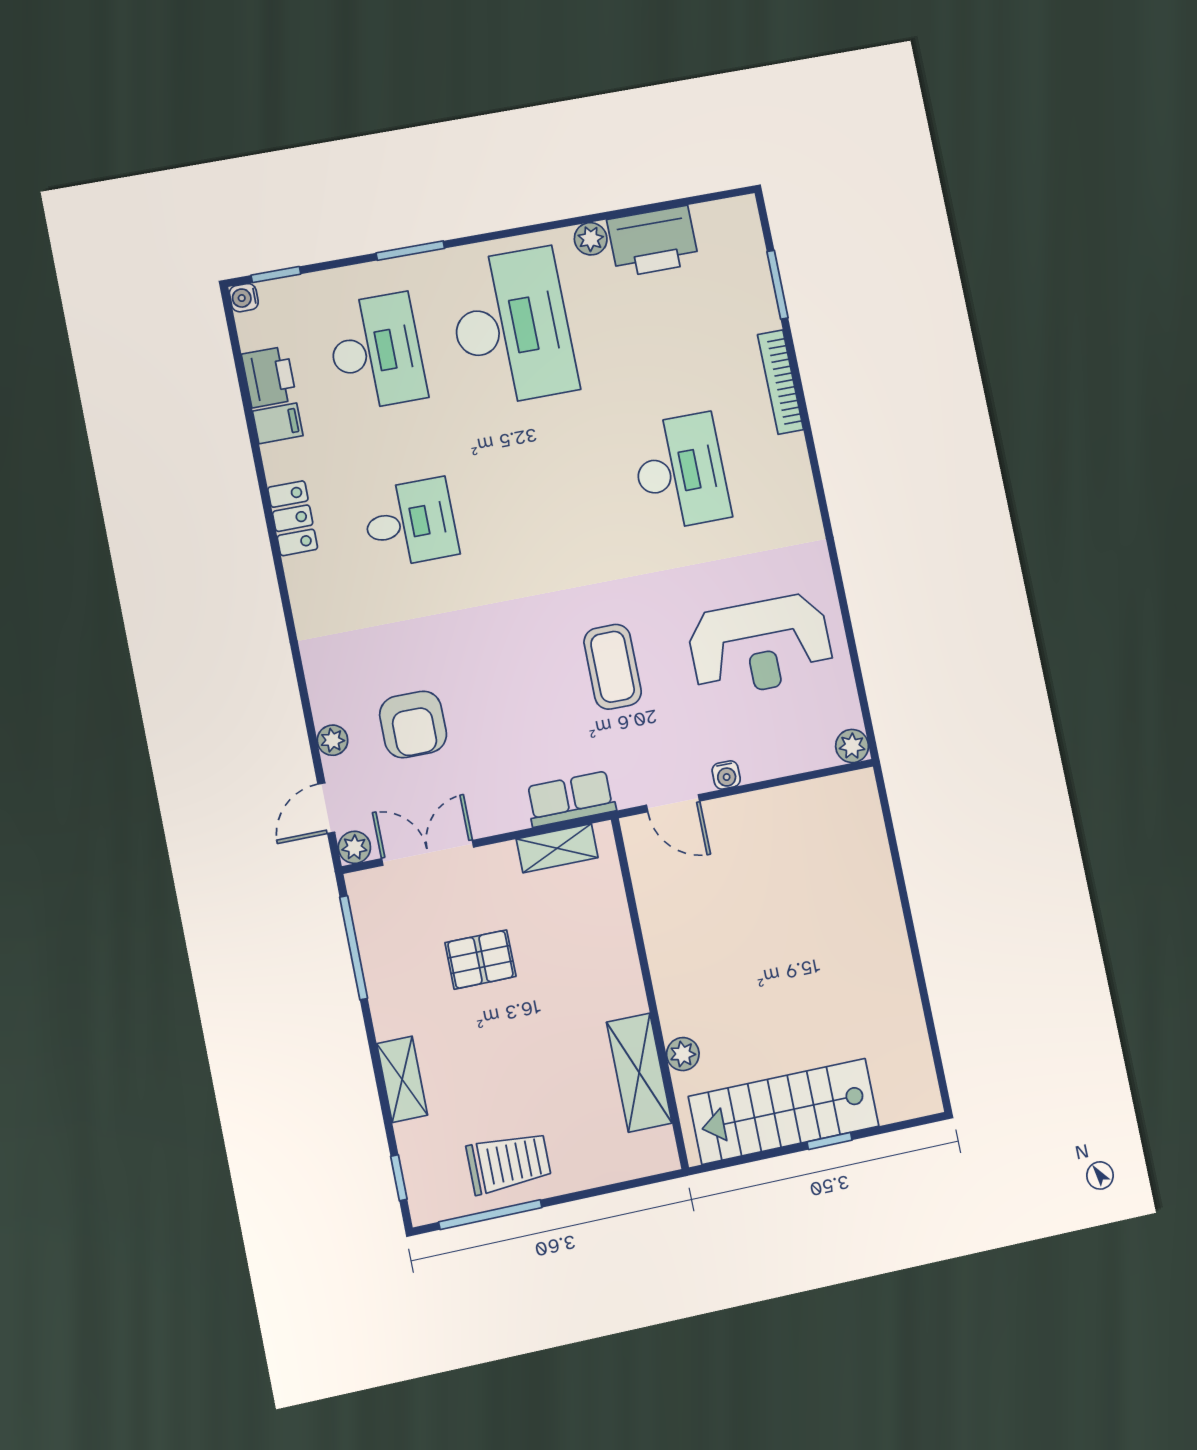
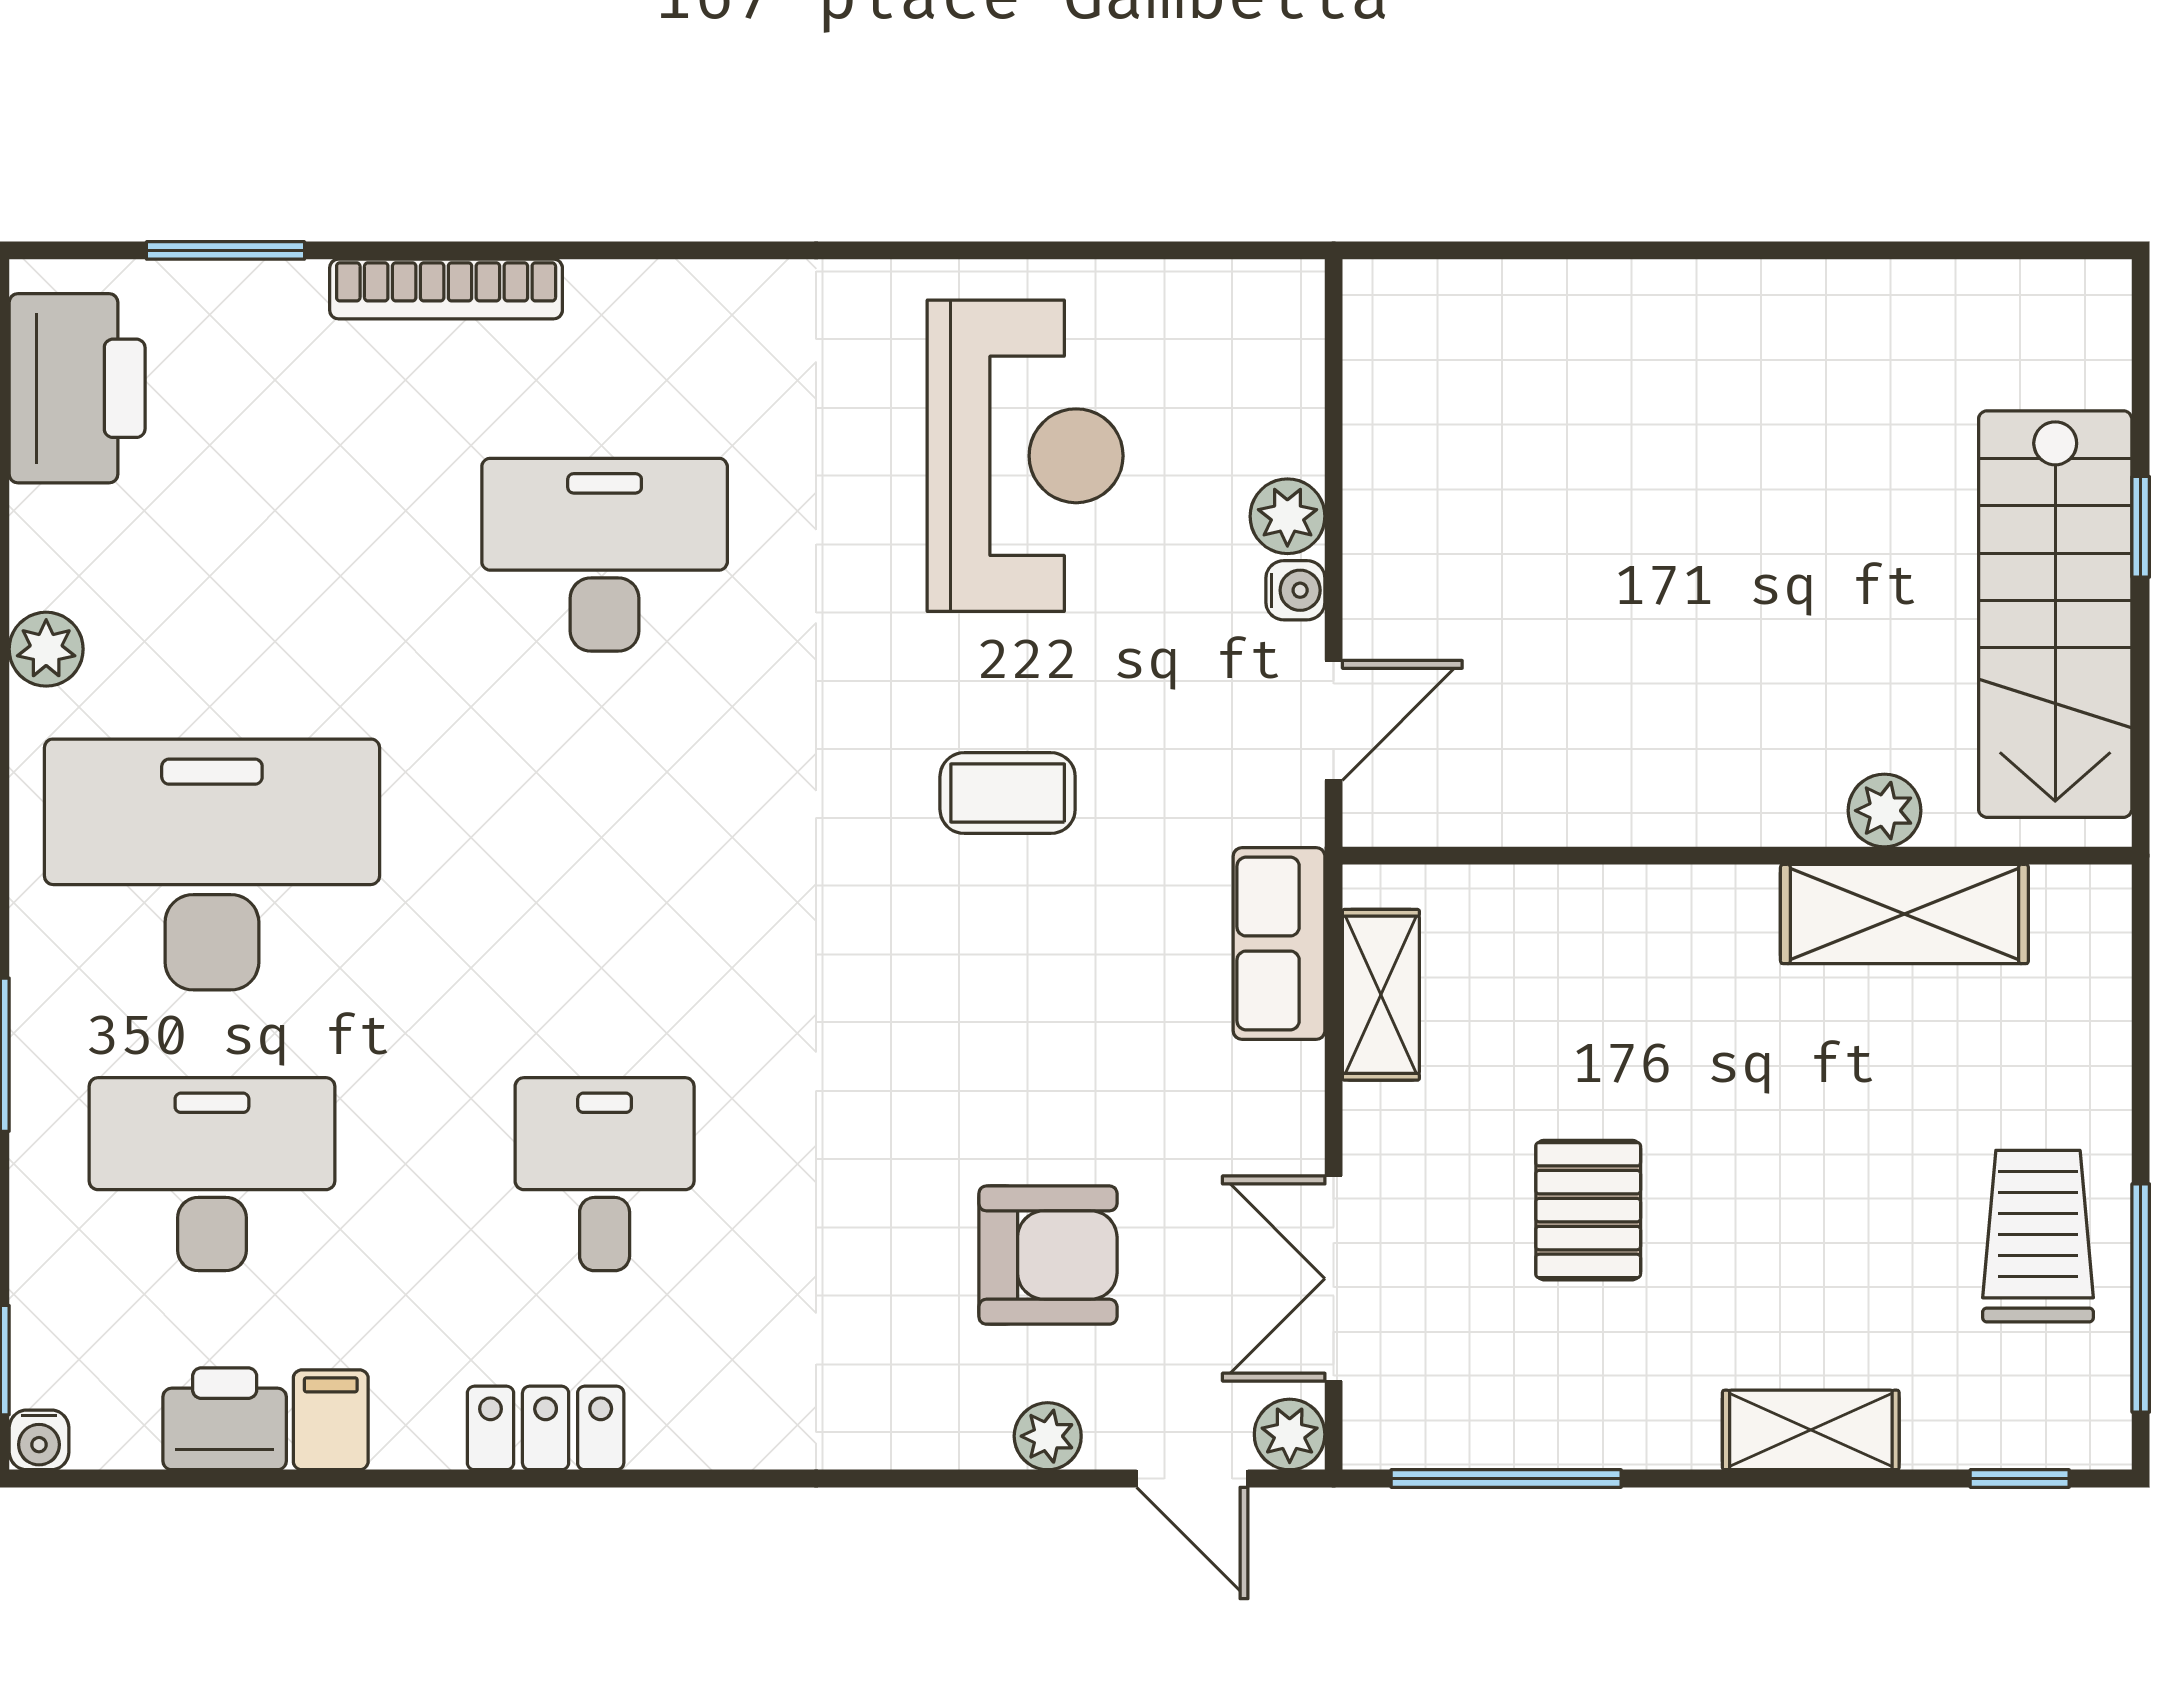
printer: (653, 241) -> (77, 388), moved
coffee table: (613, 667) -> (1008, 793), width x0.73, depth x0.77
plant: (852, 746) -> (1287, 516), moved

